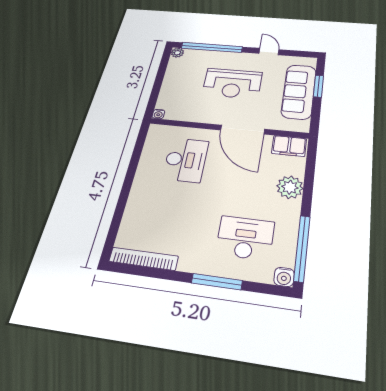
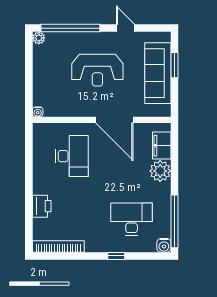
filing cabinet: (289, 146) -> (162, 146), moved, turned 90
printer: (136, 209) -> (42, 206), added
window: (217, 282) -> (116, 256), width x0.46

